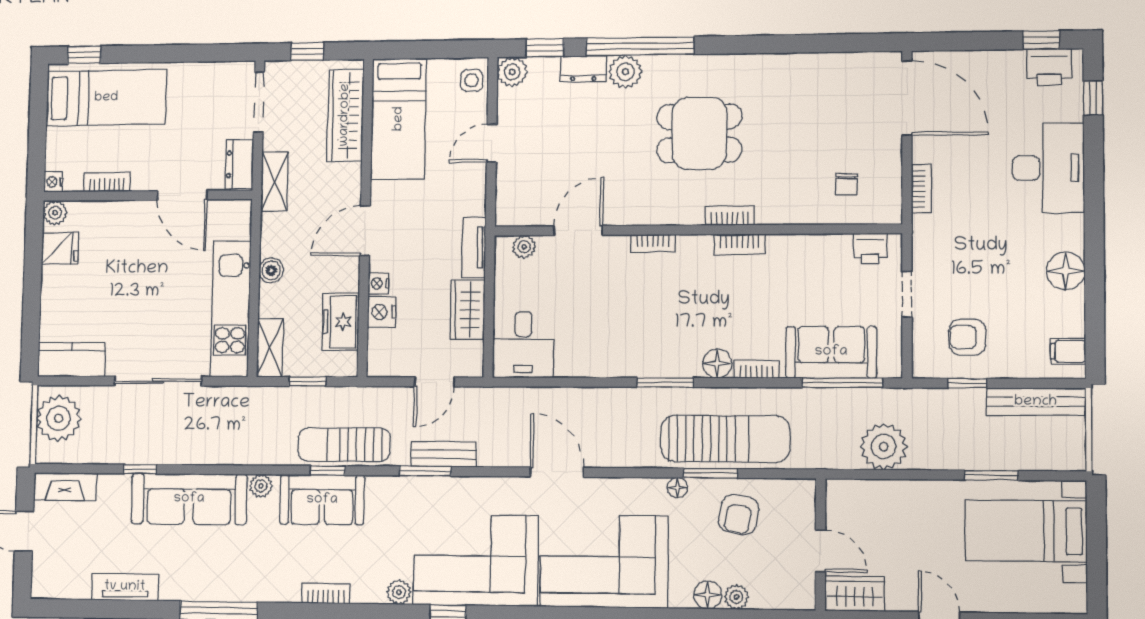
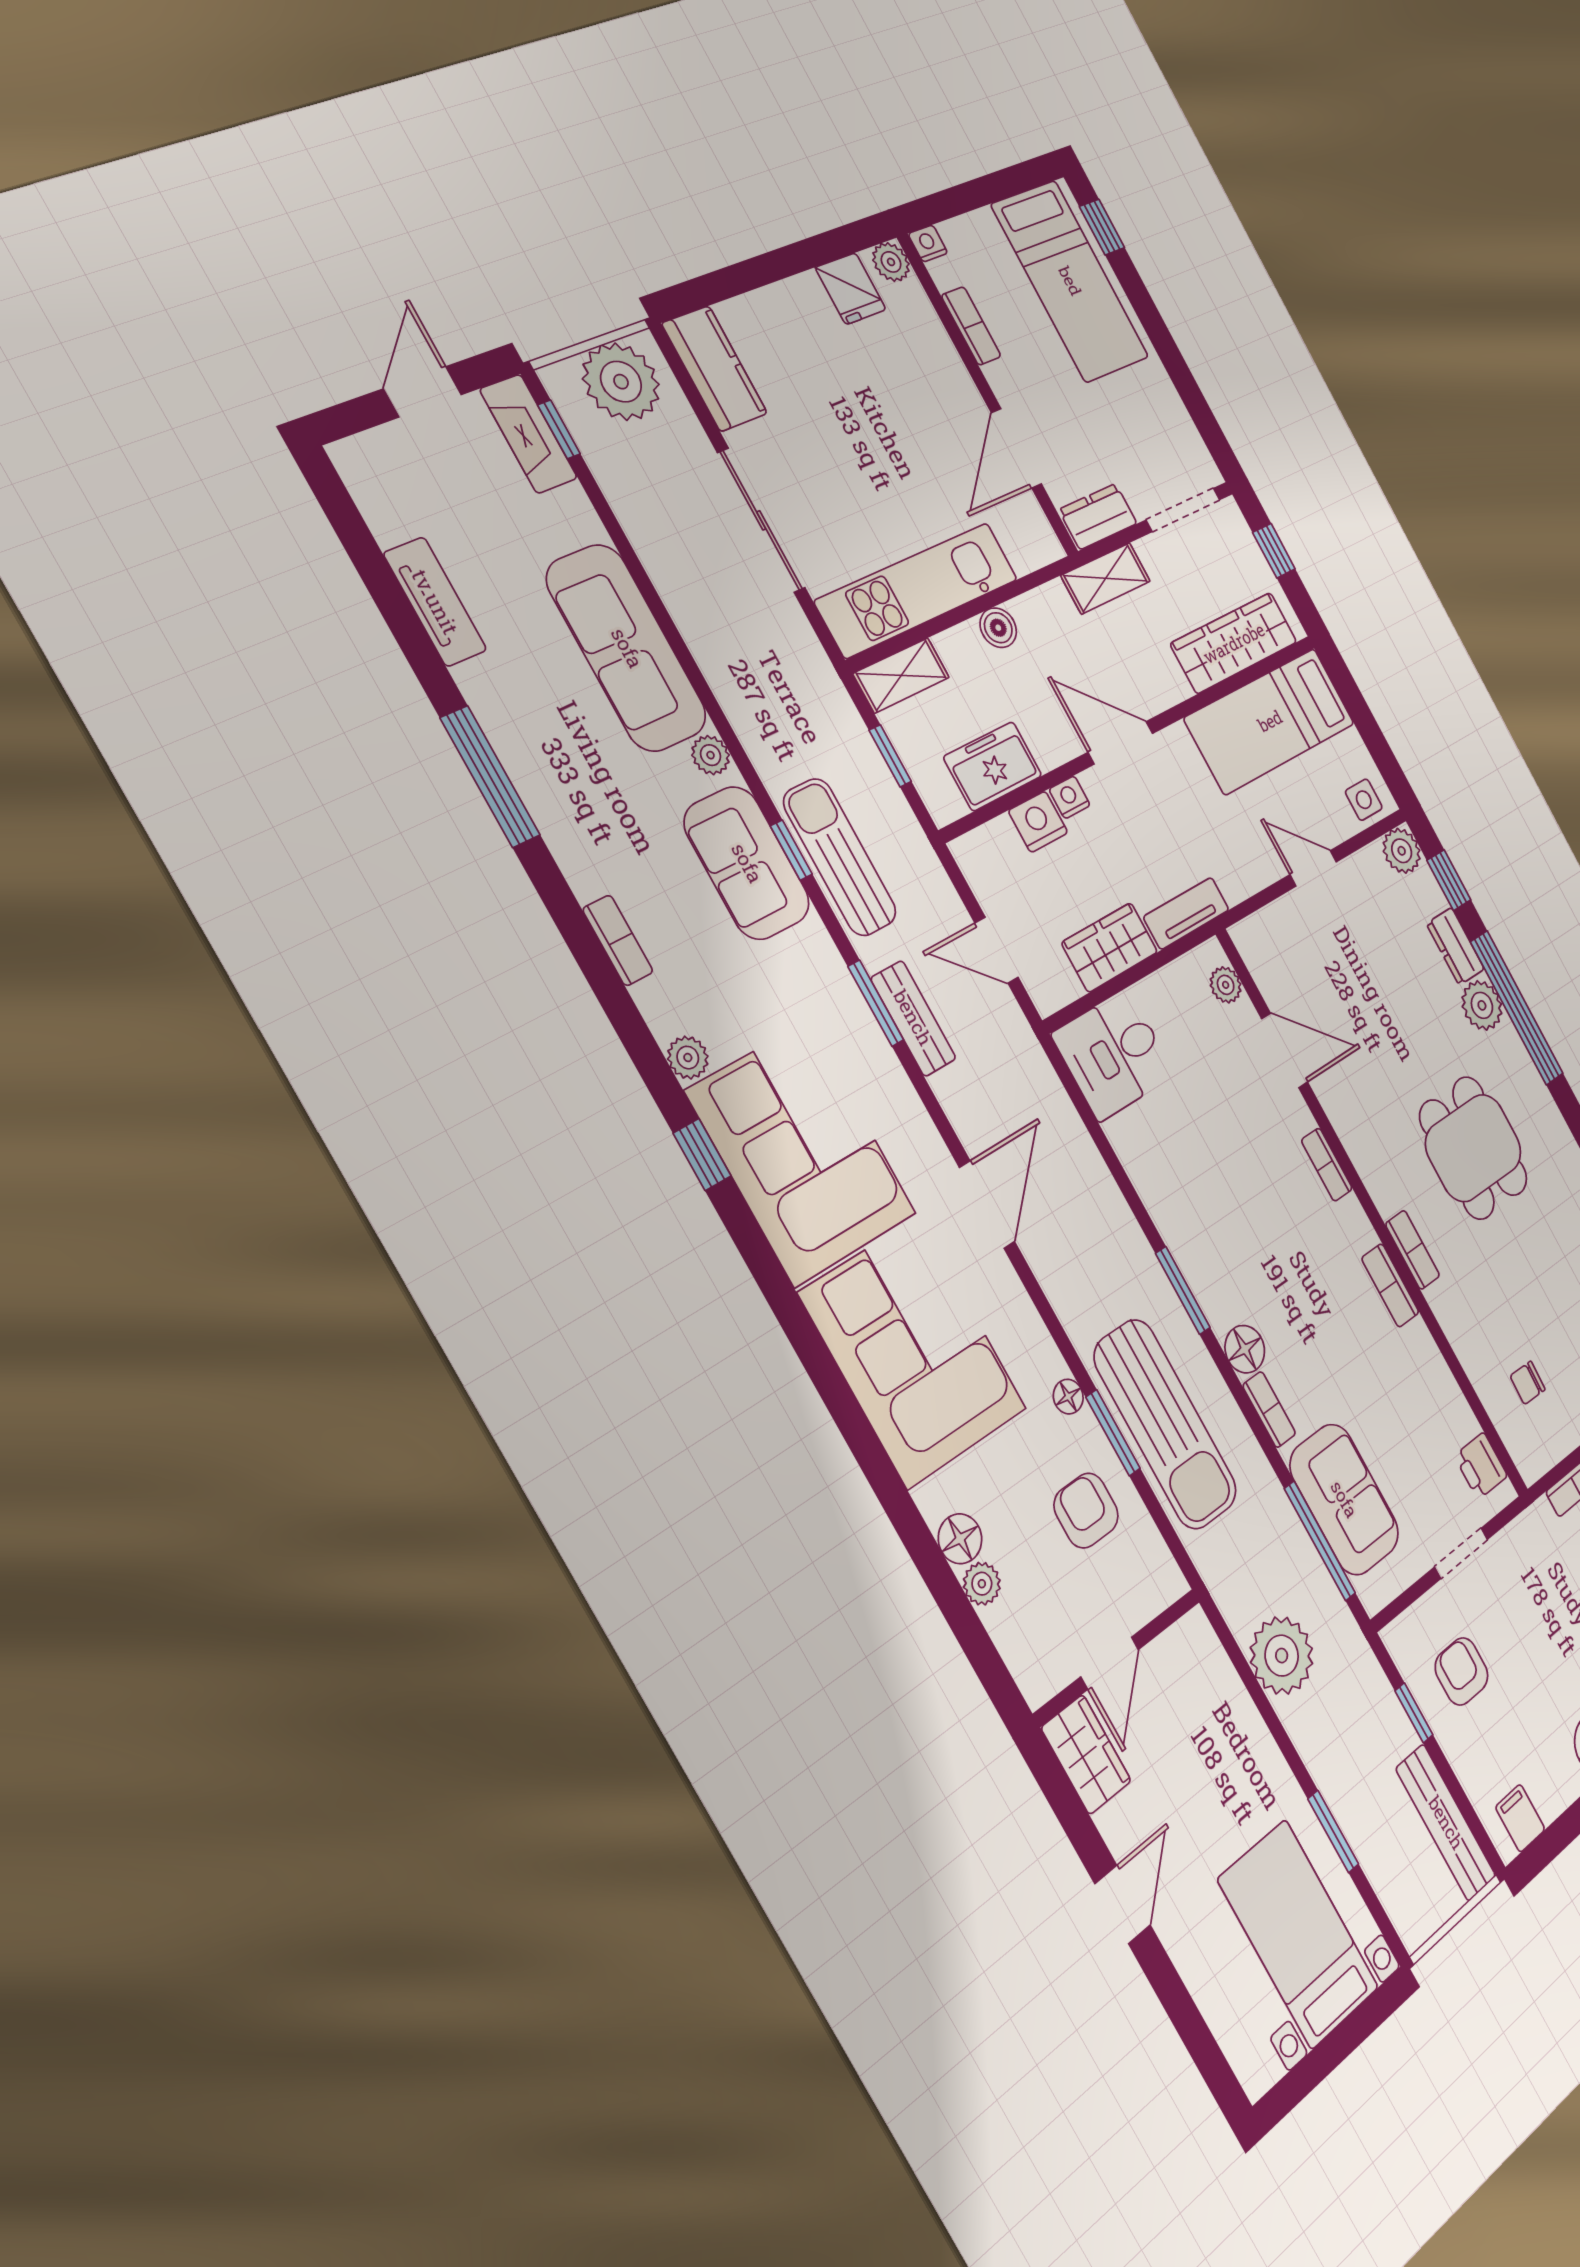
window: (140, 469) -> (559, 429), moved
armchair: (739, 515) -> (1086, 1511), turned 79

